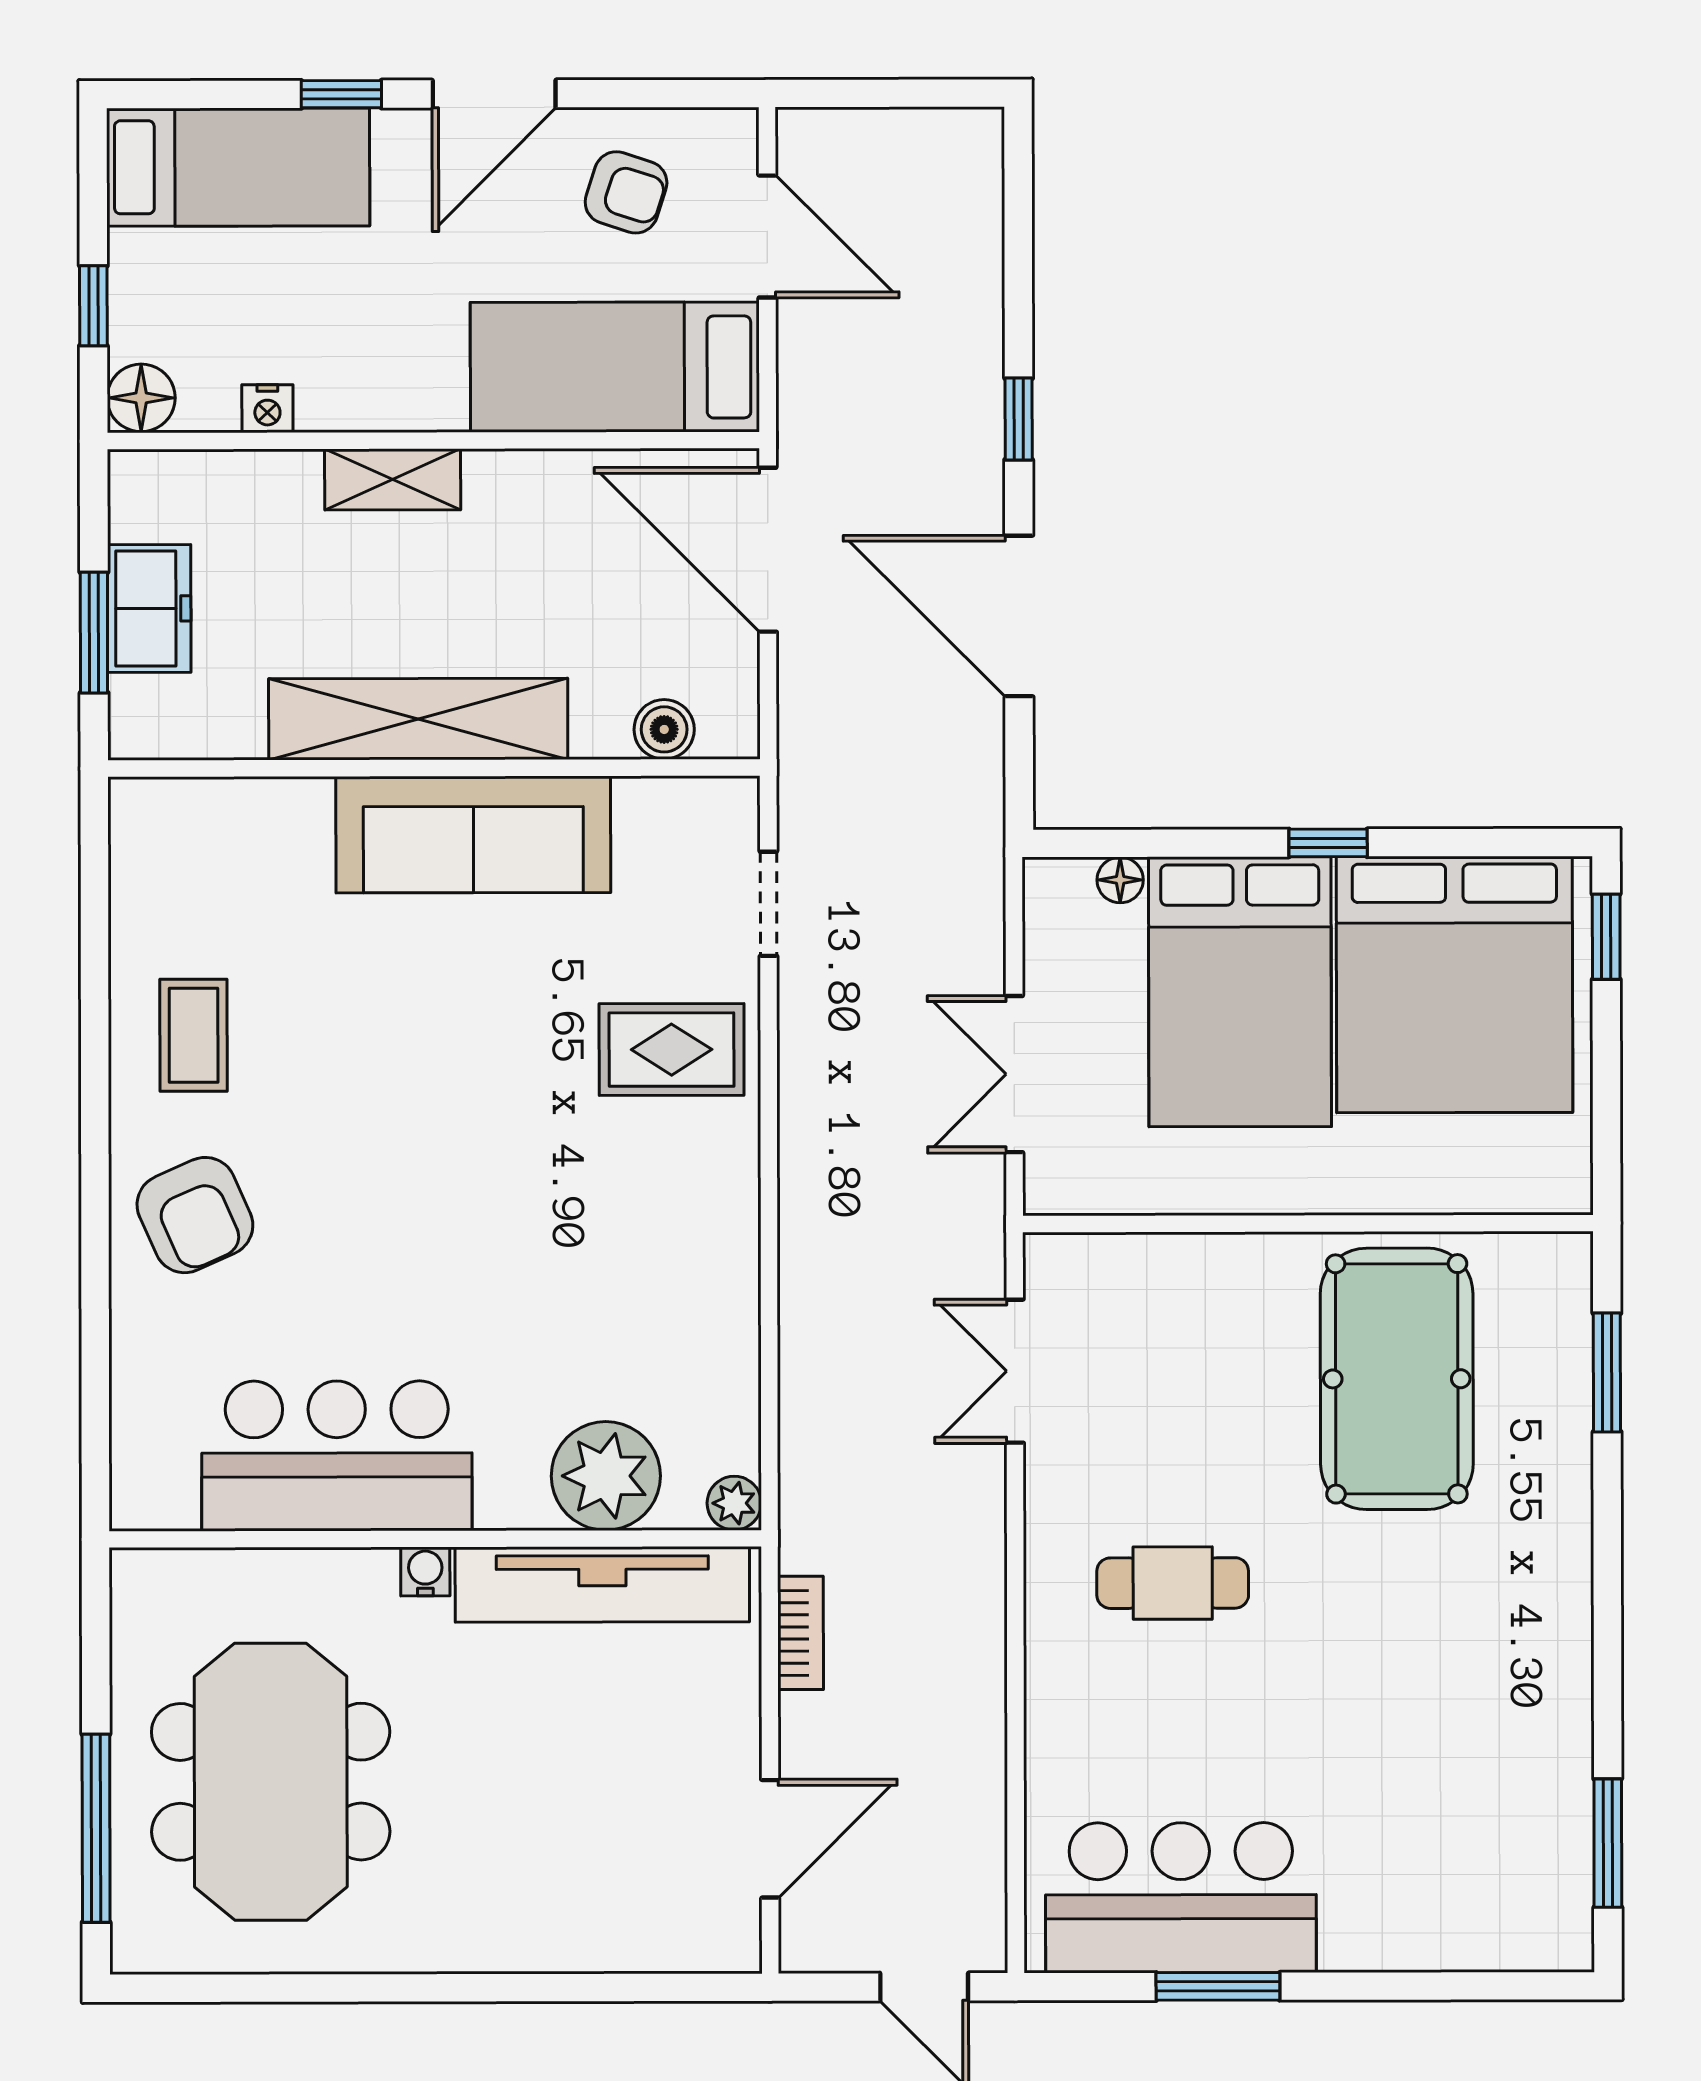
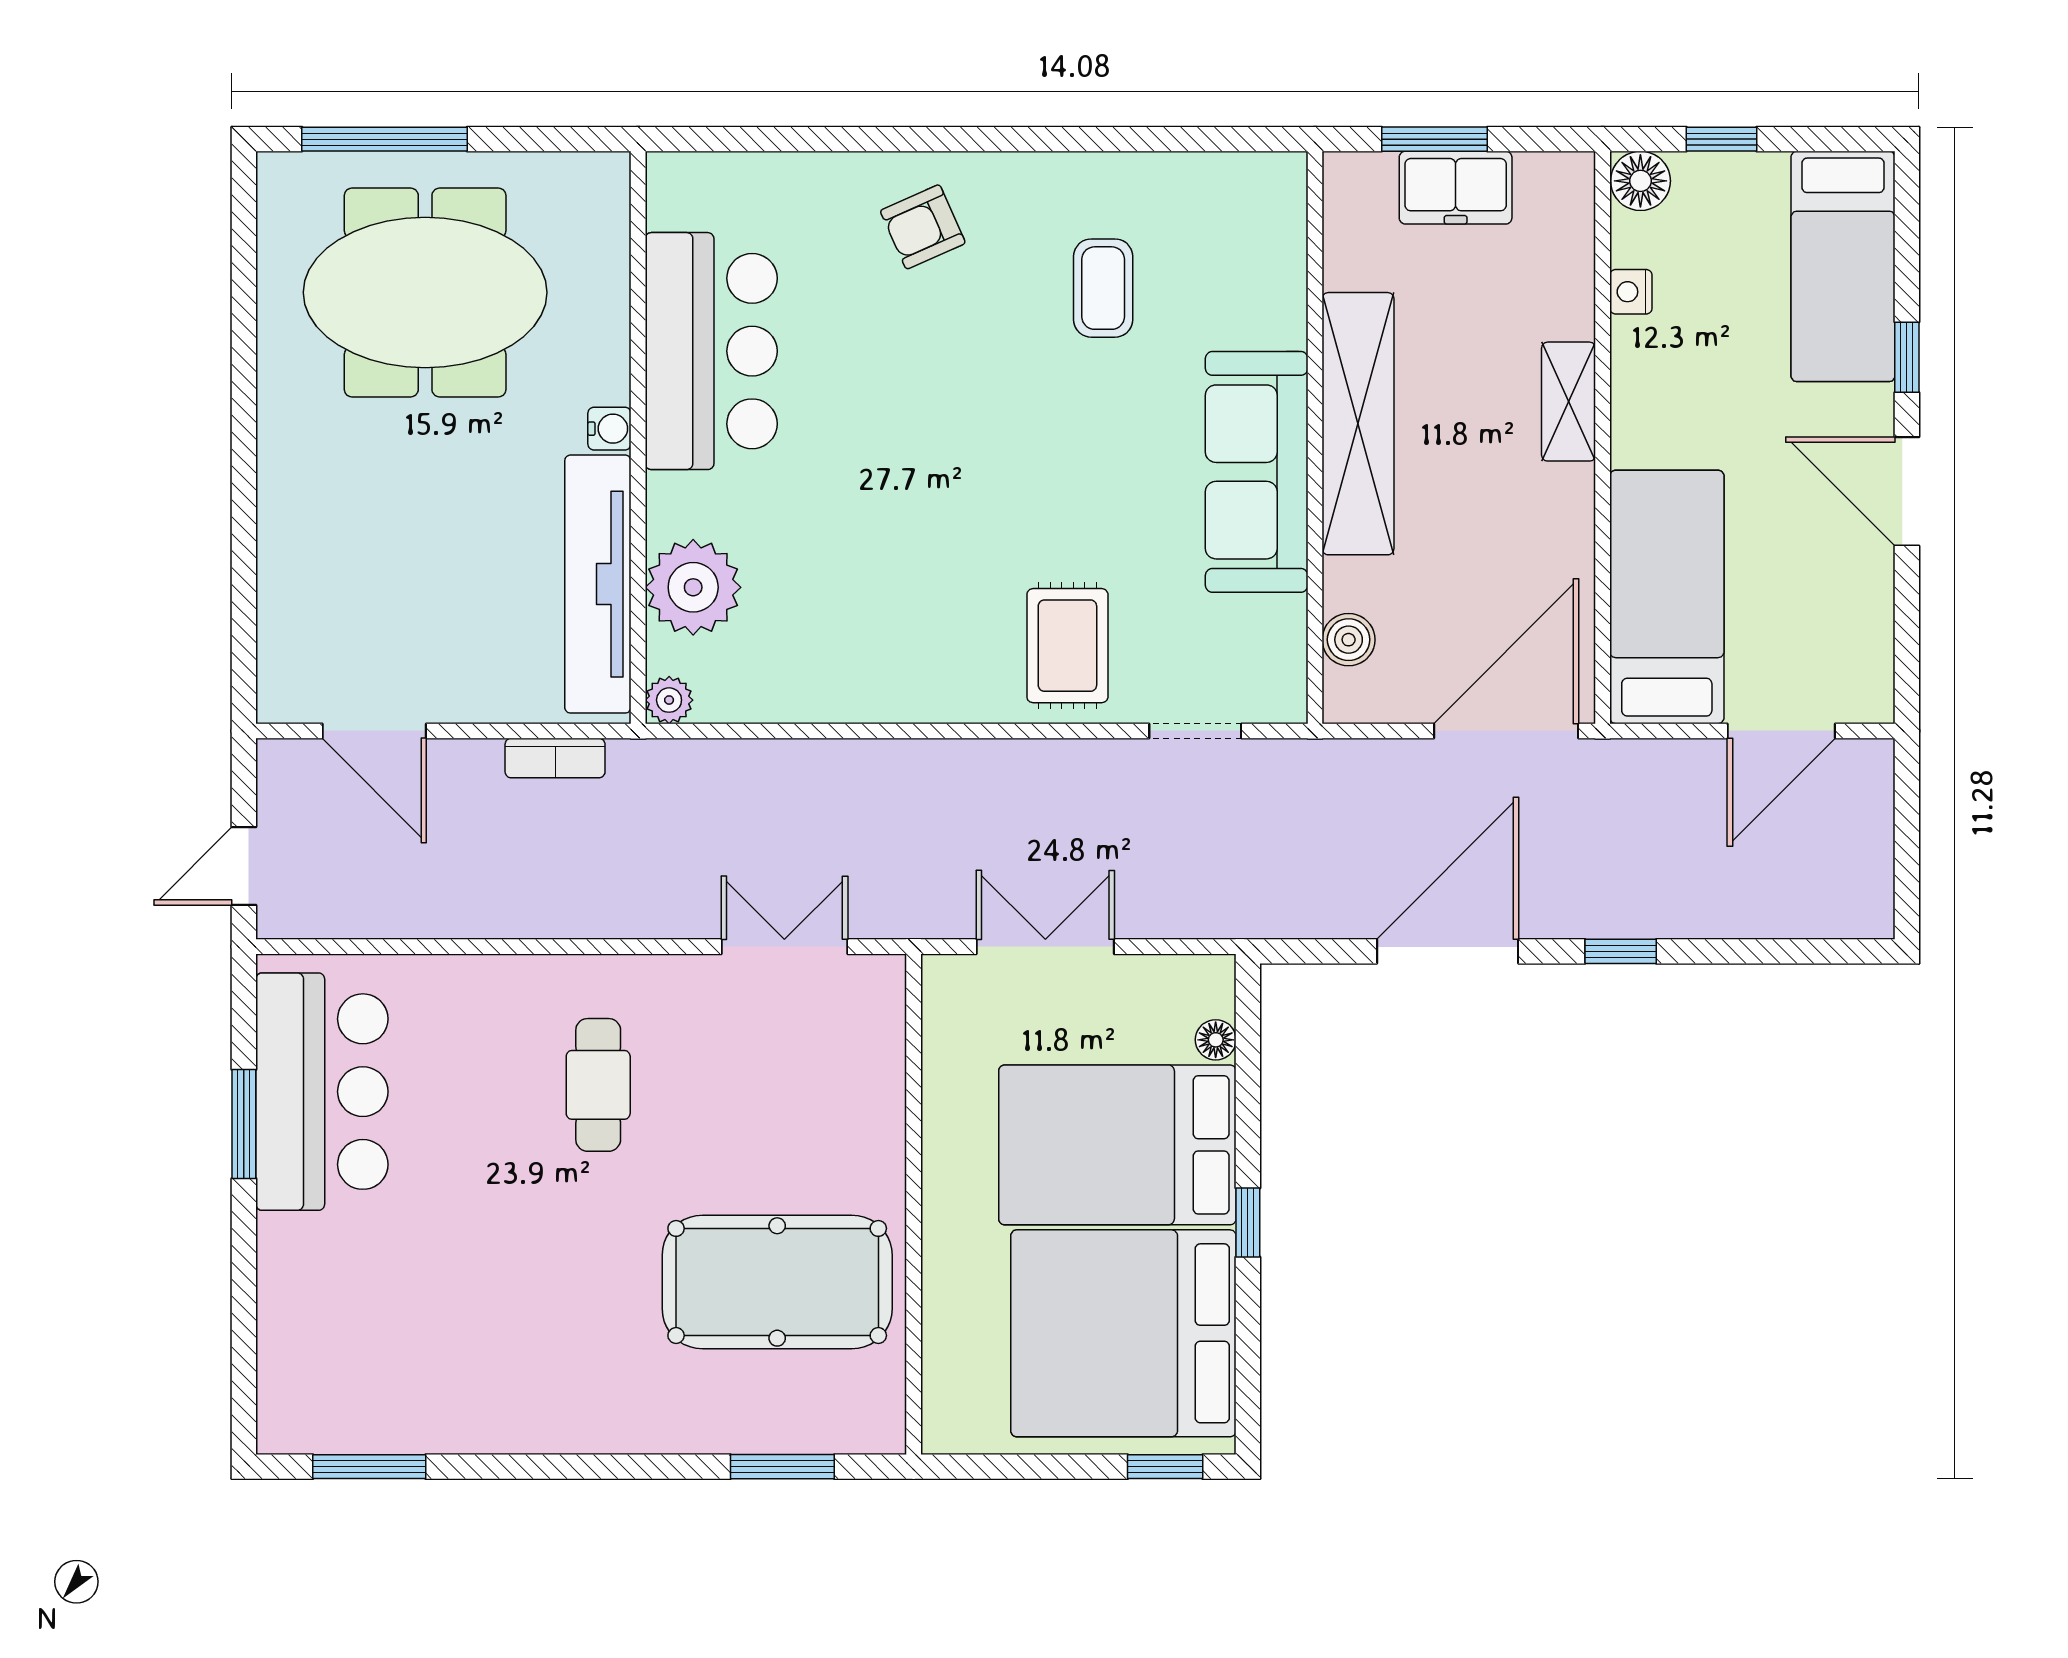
armchair: (626, 192) -> (1820, 607), removed
coffee table: (194, 1035) -> (1103, 288), moved, turned 90
armchair: (195, 1215) -> (923, 227), width x0.72, depth x0.72

